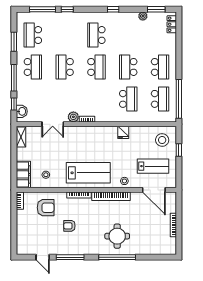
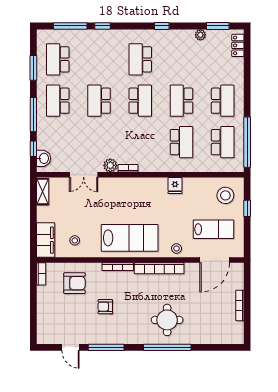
school desk: (33, 67) -> (58, 101), turned 180
door: (154, 190) -> (215, 260), hinge flipped

